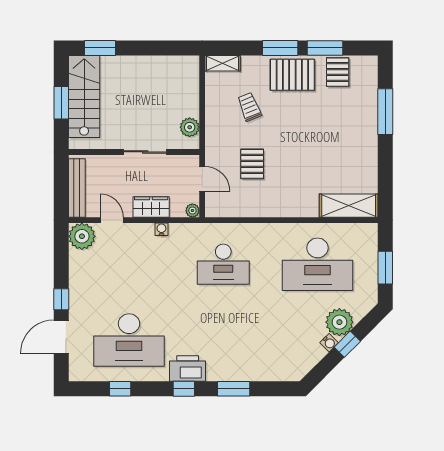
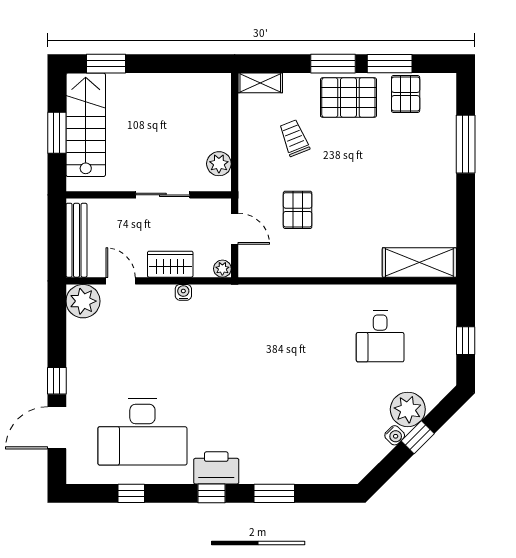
desk: (223, 264) -> (261, 336), removed
desk: (318, 264) -> (380, 336), width x0.53, depth x0.77
window: (385, 268) -> (466, 341), width x0.67

